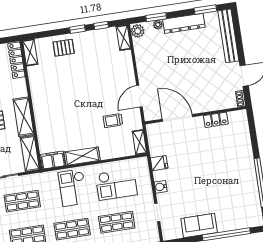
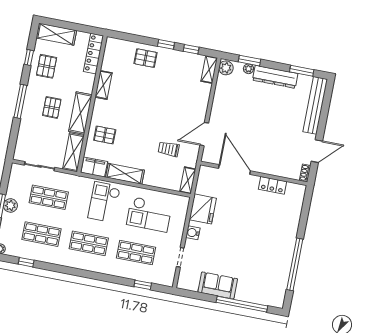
shelving: (30, 52) -> (104, 85), moved
pallet: (52, 128) -> (105, 135), added
fridge: (159, 163) -> (203, 209), width x1.88, depth x1.34

